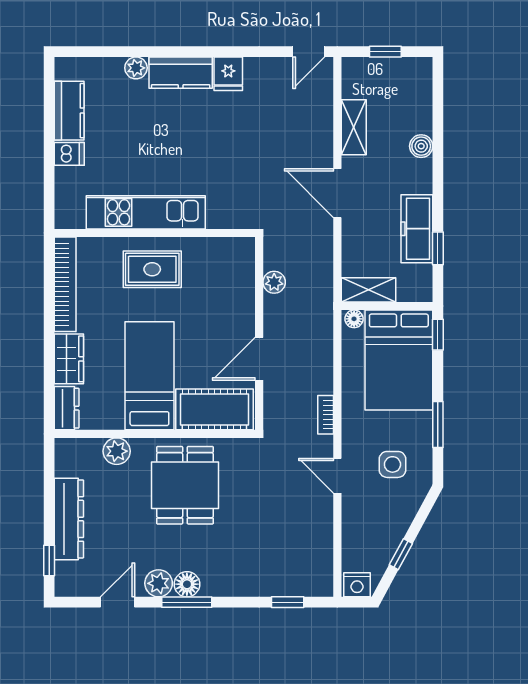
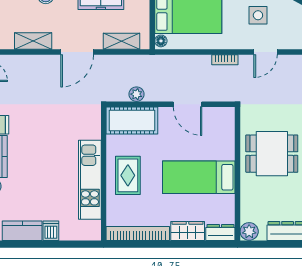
shelving: (368, 290) -> (122, 41), moved, turned 90
cot: (214, 409) -> (132, 120), moved, turned 90
plant: (117, 451) -> (249, 231), moved

